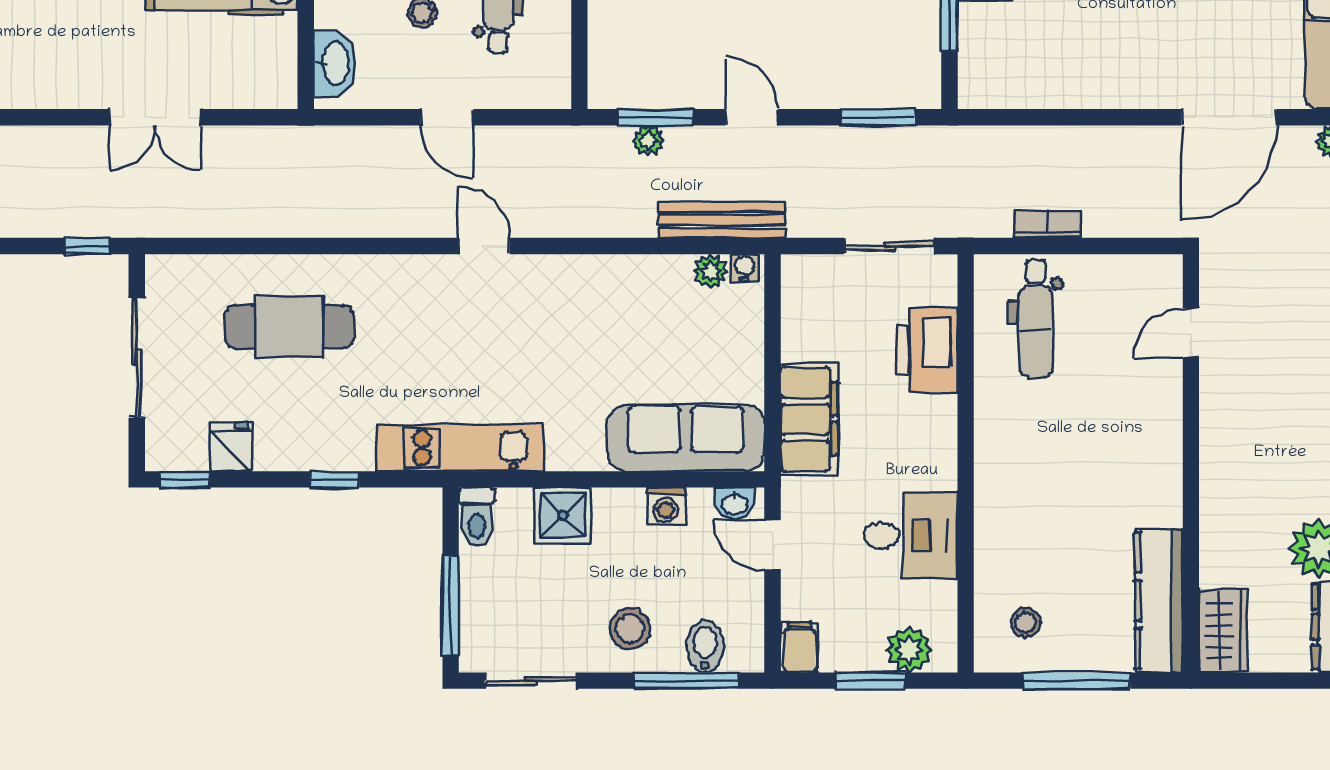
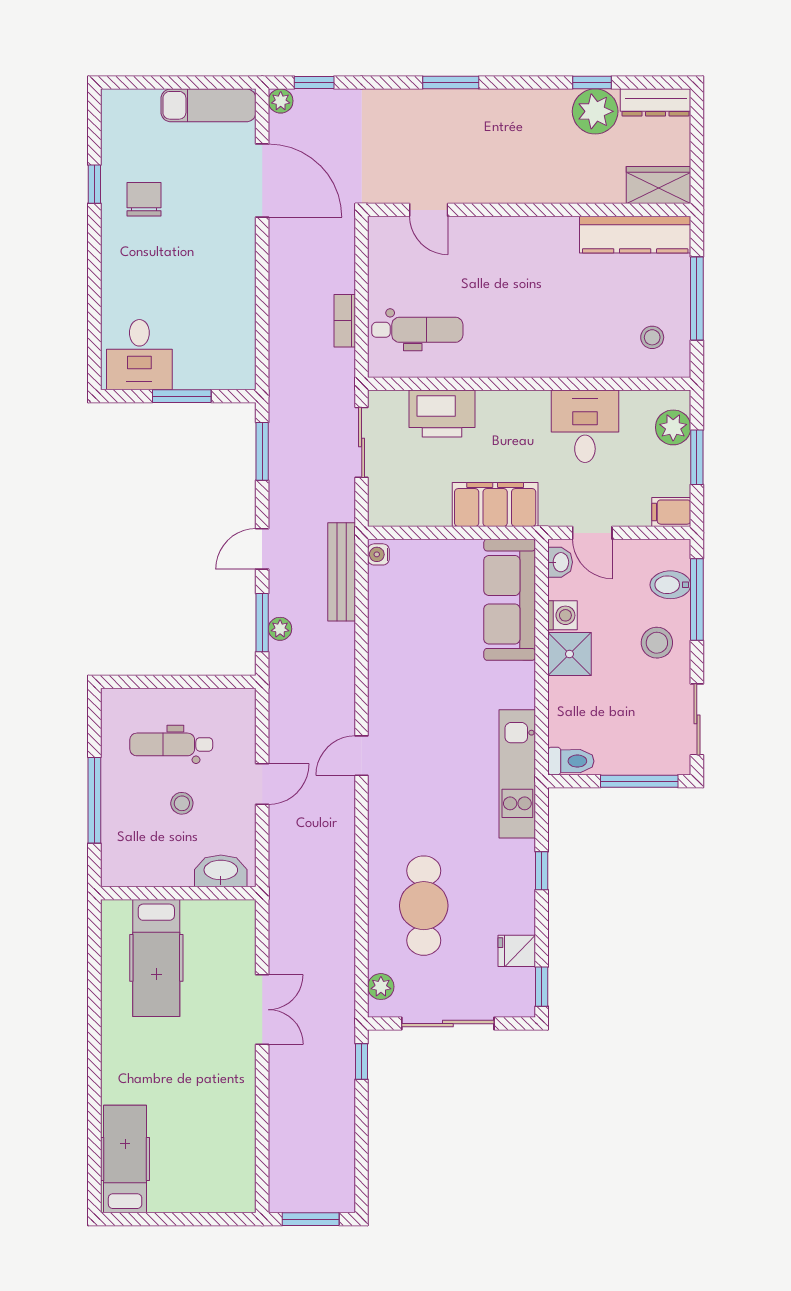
plant: (710, 271) -> (381, 987), moved
shower: (563, 515) -> (569, 654), moved
door: (772, 545) -> (592, 533), hinge flipped

